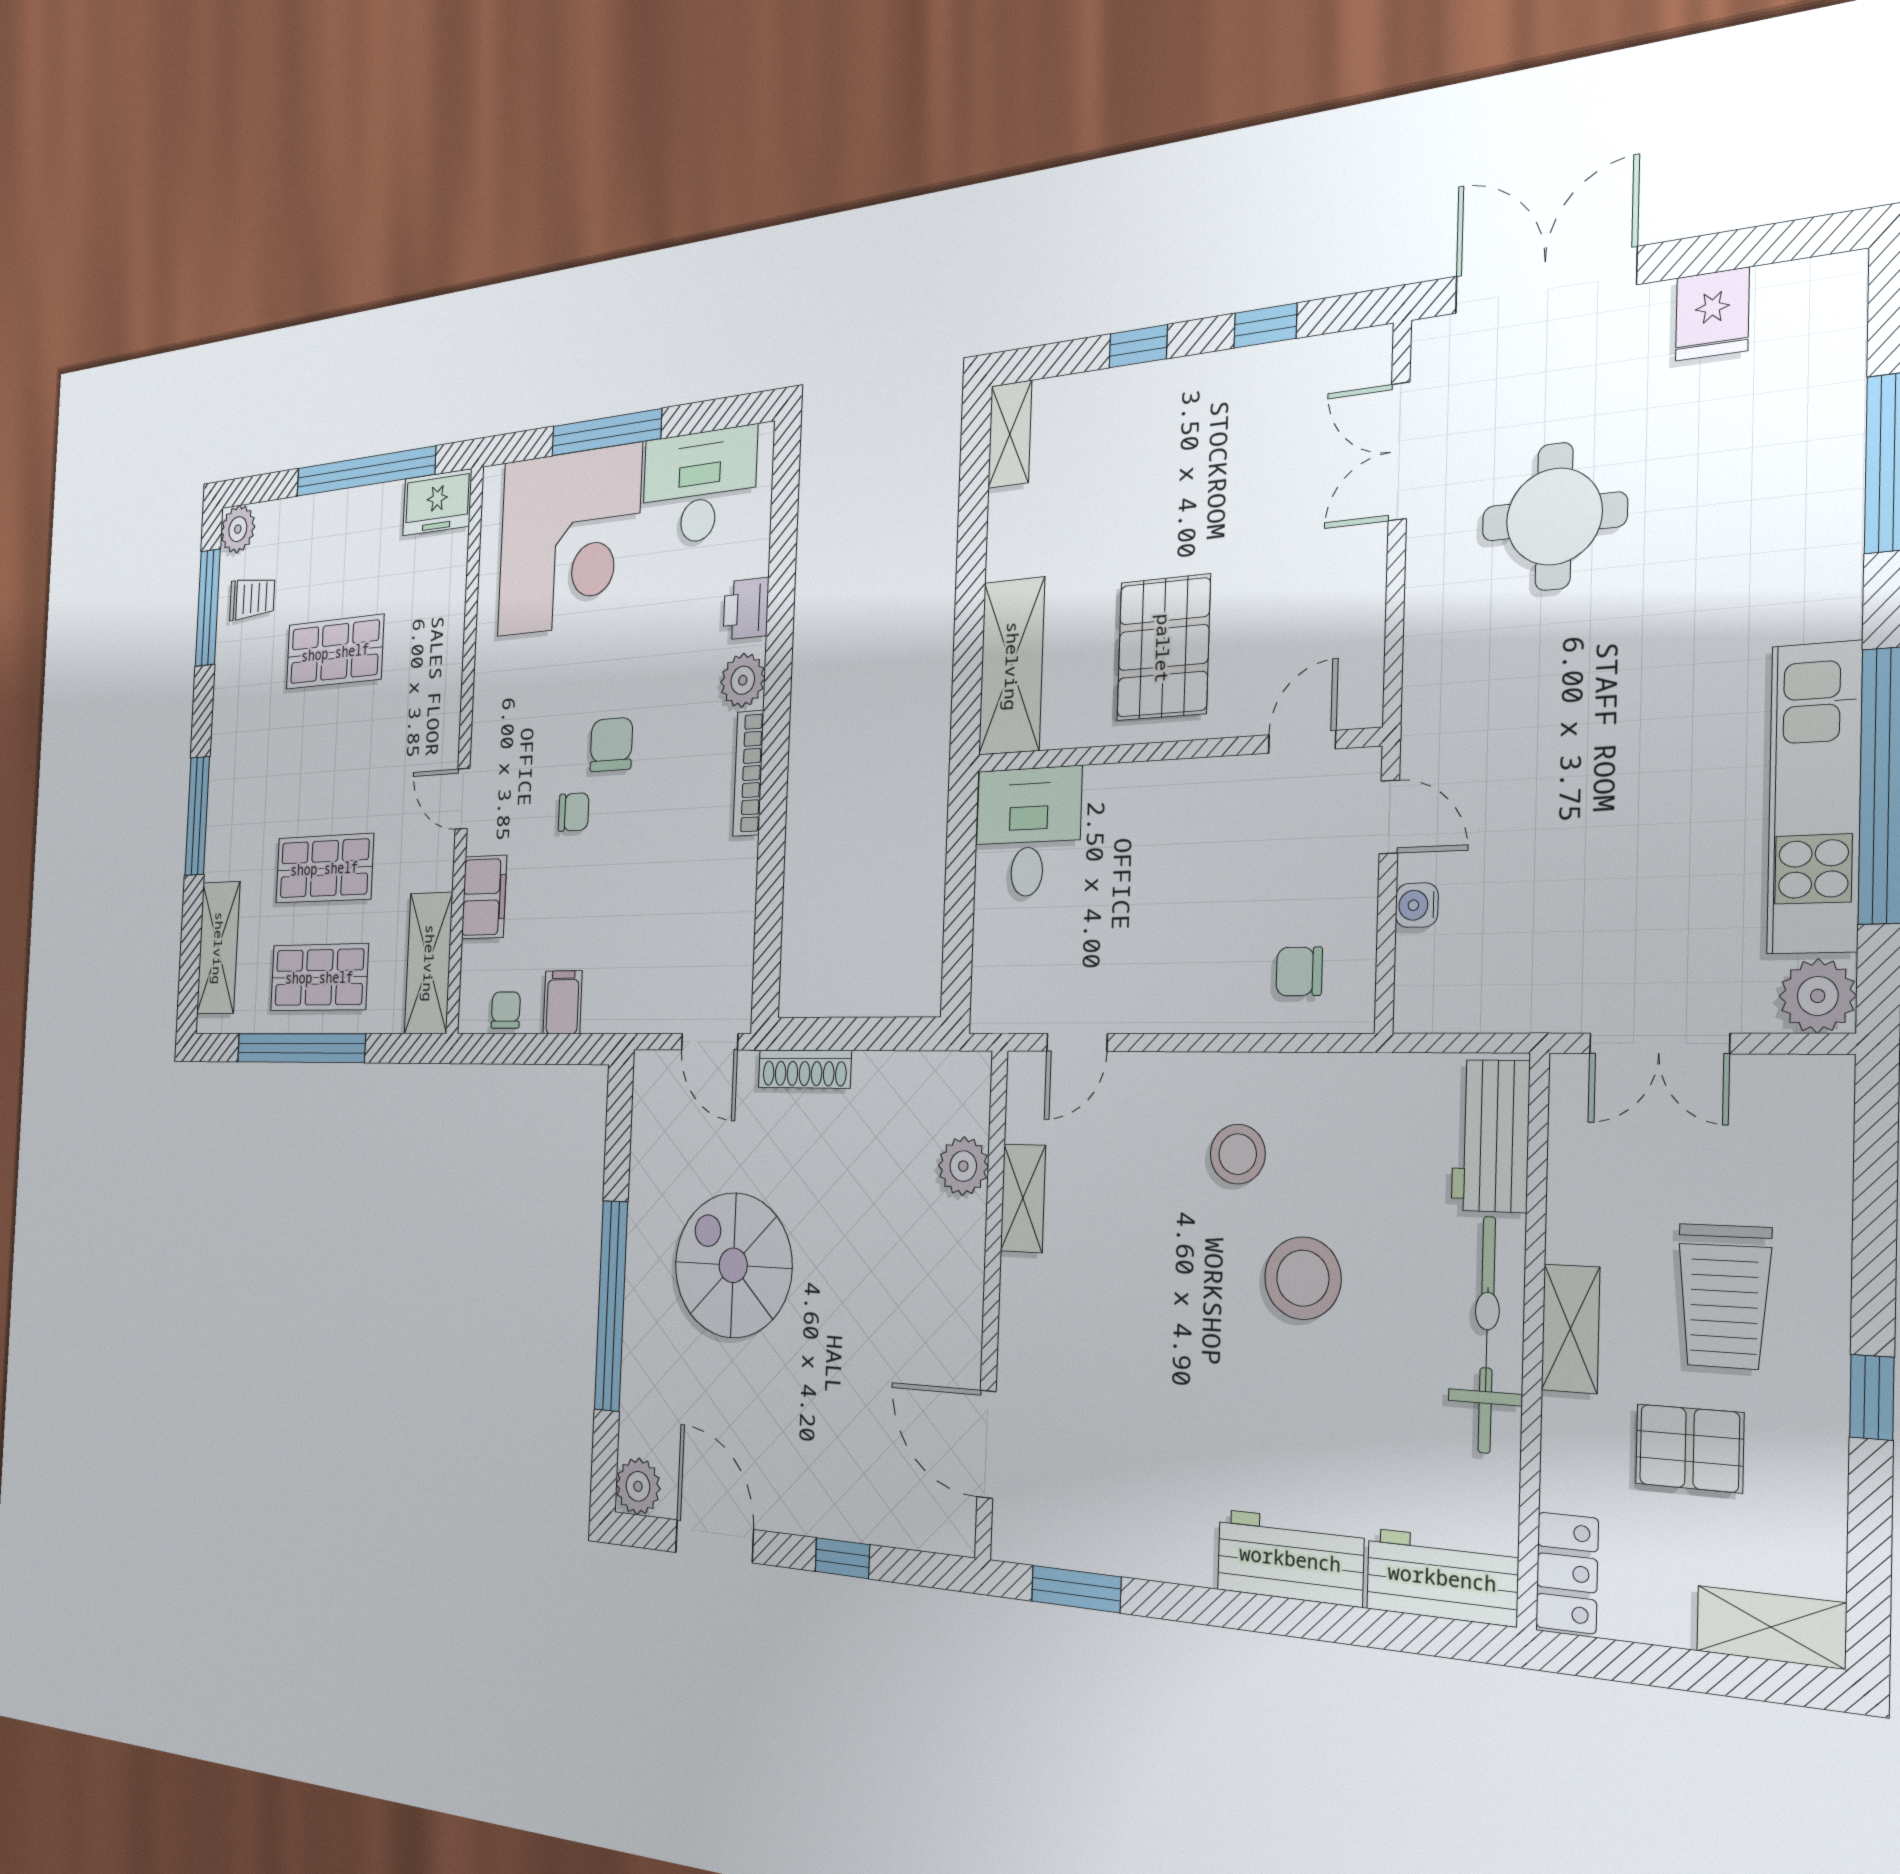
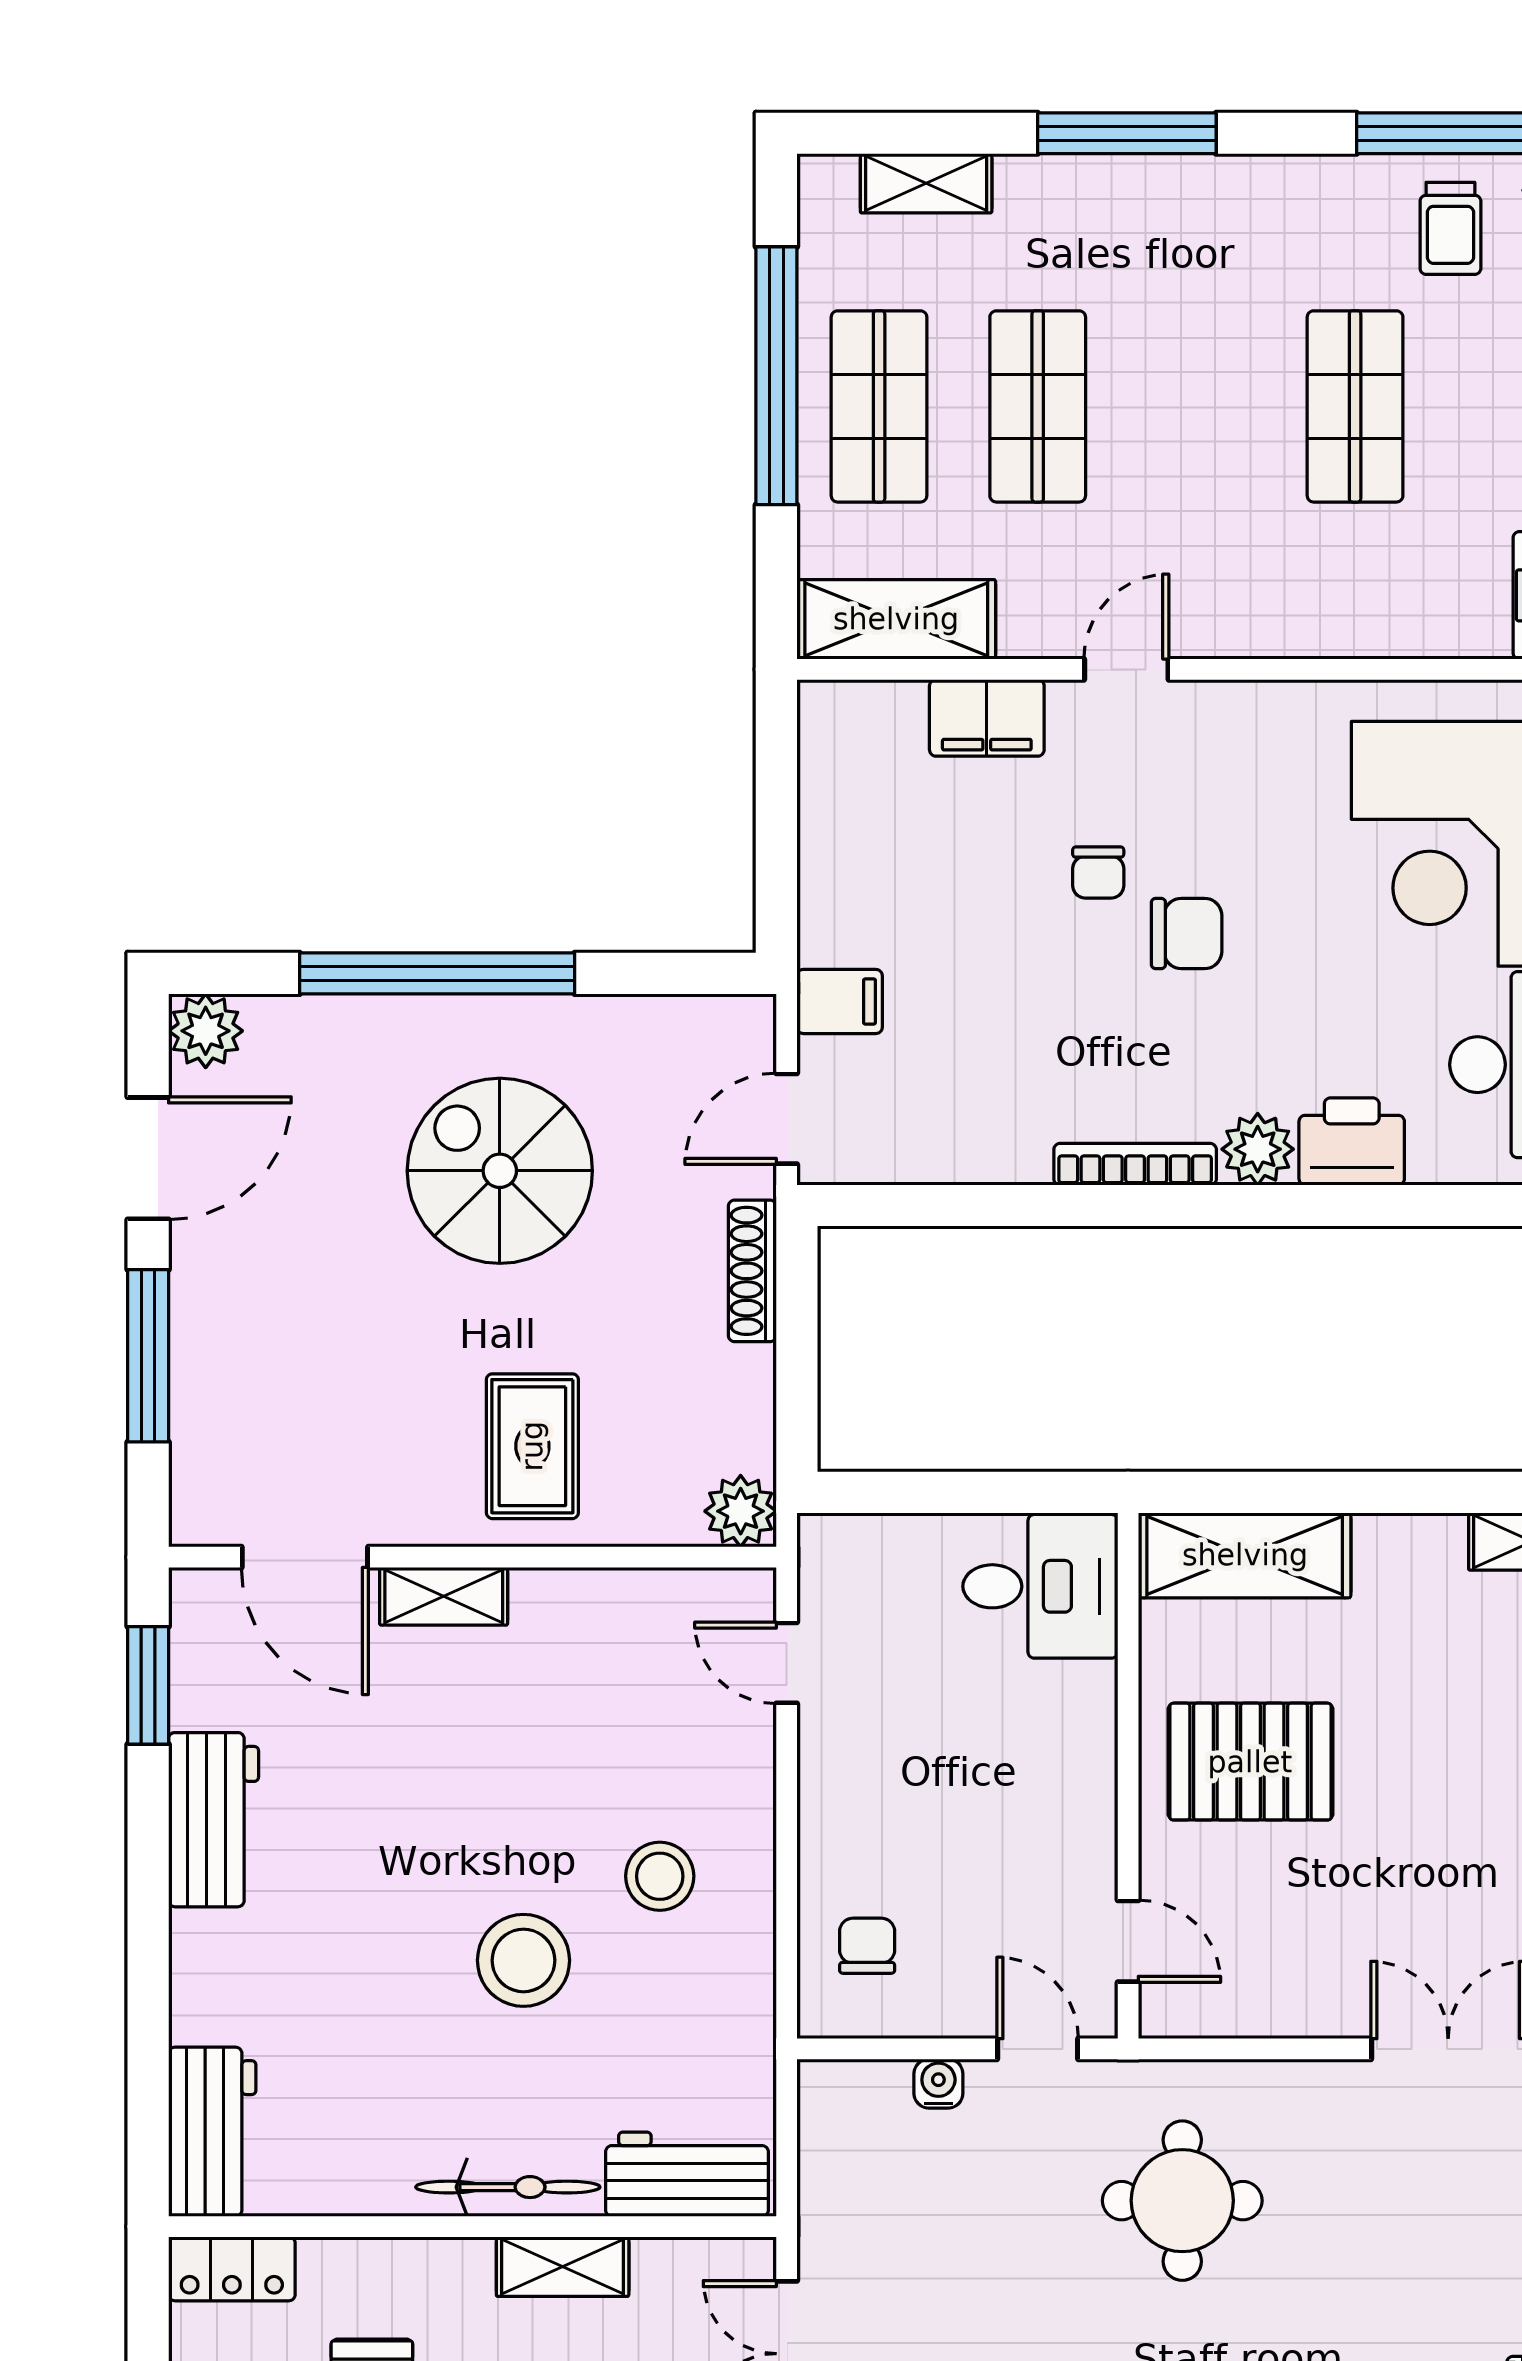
round table: (1554, 517) -> (1182, 2201), moved
printer: (746, 609) -> (1352, 1141), width x1.36, depth x1.24
door: (1389, 817) -> (1038, 2049), swing flipped
shelving: (218, 948) -> (926, 183), width x0.67, depth x0.75
filing cabinet: (563, 1002) -> (840, 1001), moved
chair: (506, 1010) -> (830, 767), removed
plant: (963, 1166) -> (741, 1511), moved
shelving: (1023, 1198) -> (444, 1596), moved
rug: (915, 1249) -> (532, 1446), added
spiral stairs: (733, 1265) -> (500, 1171), turned -90
shelving: (1570, 1329) -> (563, 2267), moved
bicycle: (1487, 1335) -> (508, 2187), width x0.73, depth x0.71
door: (986, 1444) -> (305, 1557), swing flipped
window: (842, 1558) -> (148, 1356), width x2.17
workbench: (1290, 1558) -> (214, 1820), moved

